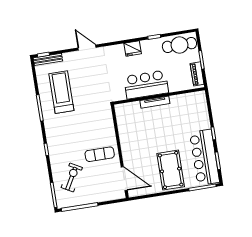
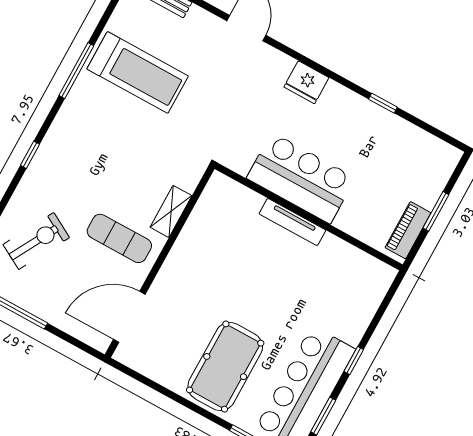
cafe table: (179, 45) -> (417, 153), removed
fridge: (133, 48) -> (306, 82), moved
treadmill: (61, 92) -> (138, 72), turned 90
shelving: (110, 131) -> (171, 211), added
door: (124, 179) -> (129, 317), swing flipped

